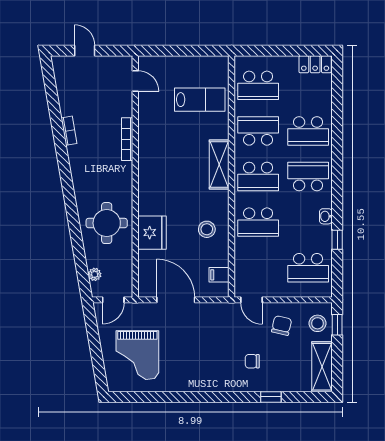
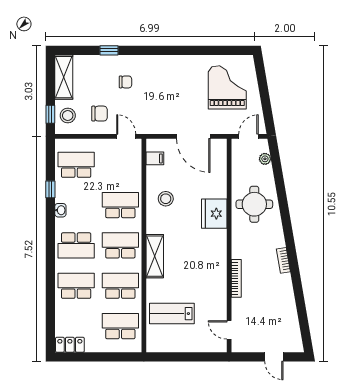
bookcase: (69, 131) -> (283, 260), moved
school desk: (258, 131) -> (120, 286), turned 180
fridge: (152, 233) -> (214, 214), moved
chair: (282, 326) -> (99, 114), turned -103

